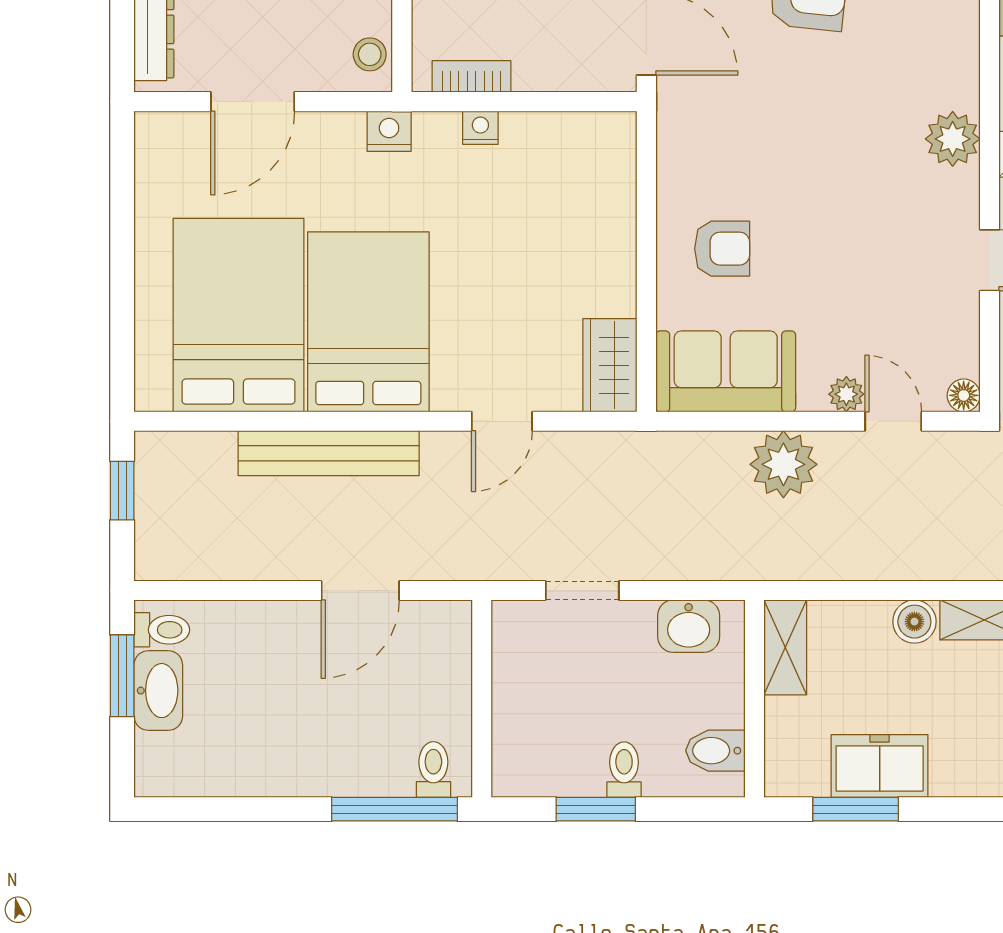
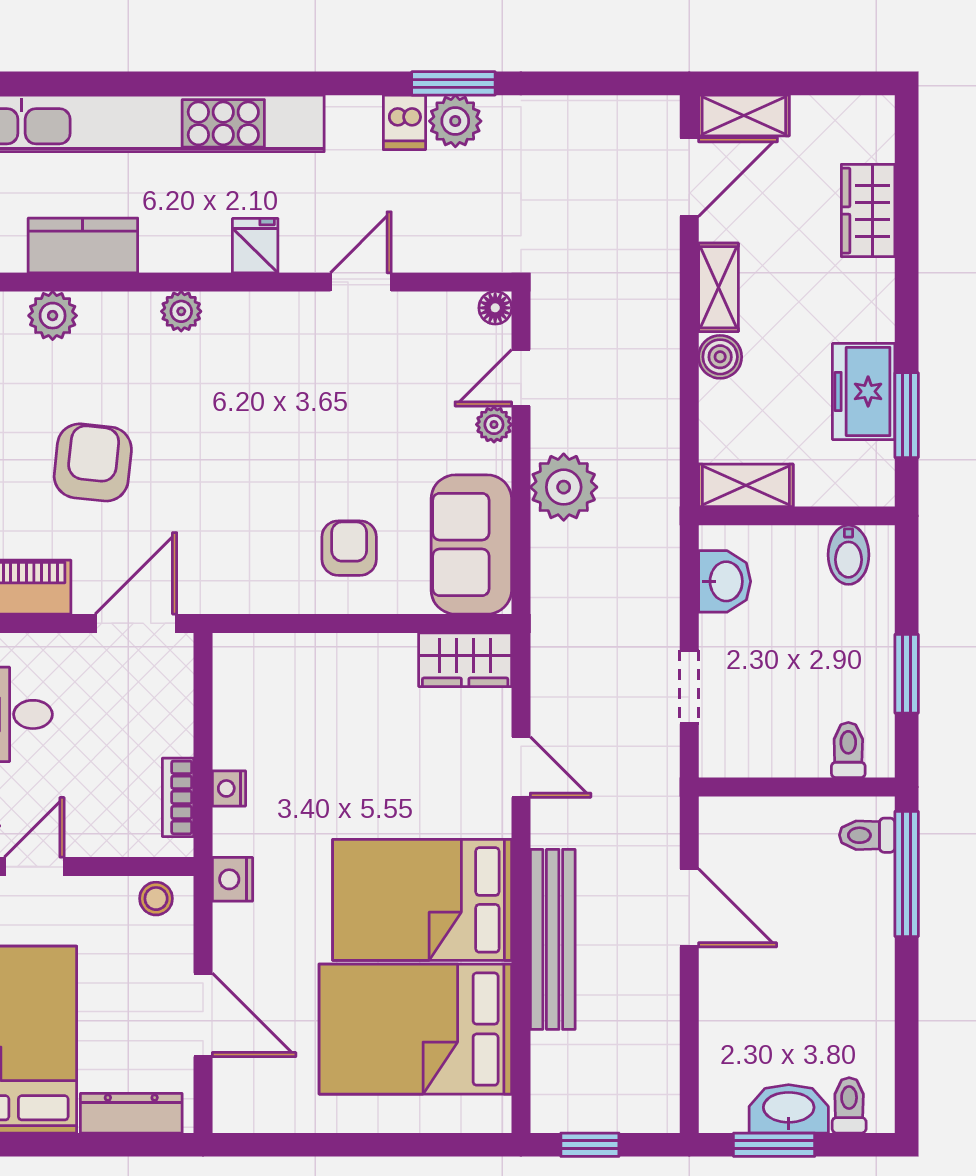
plant: (953, 139) -> (181, 311), moved, width x0.73, depth x0.73
toilet: (162, 630) -> (849, 1105), moved
toilet: (624, 770) -> (848, 750), moved, turned 90

